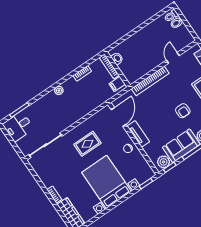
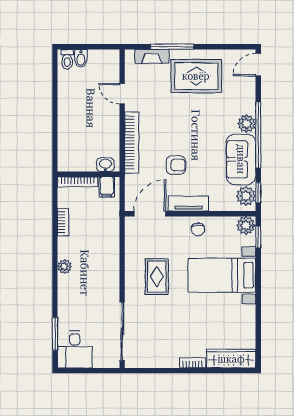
washbasin: (117, 58) -> (105, 165), moved
armchair: (183, 111) -> (176, 165), moved
door: (119, 117) -> (150, 214), hinge flipped
plant: (148, 173) -> (246, 226), added
bed with nightstands: (107, 182) -> (222, 275), width x0.73

